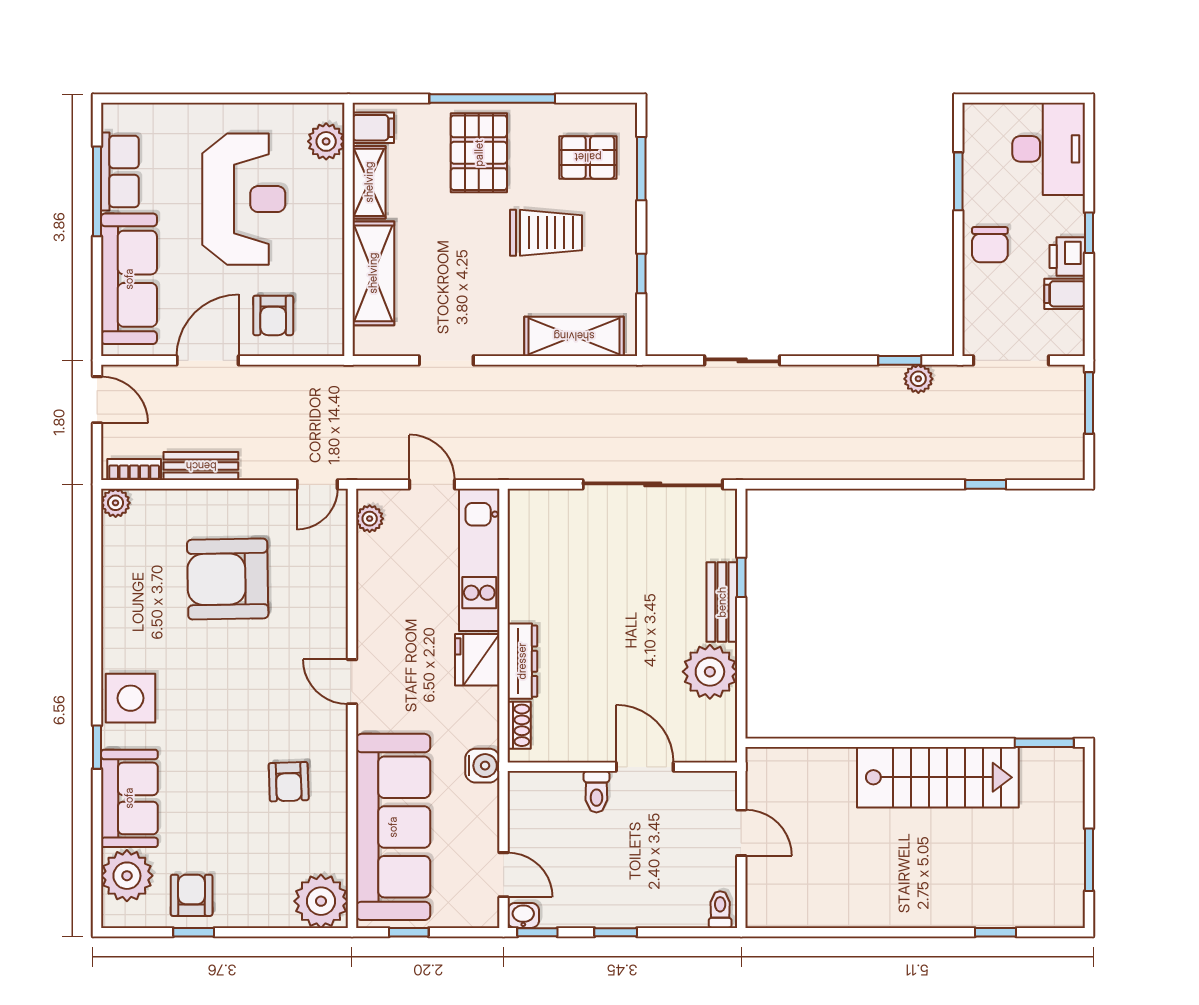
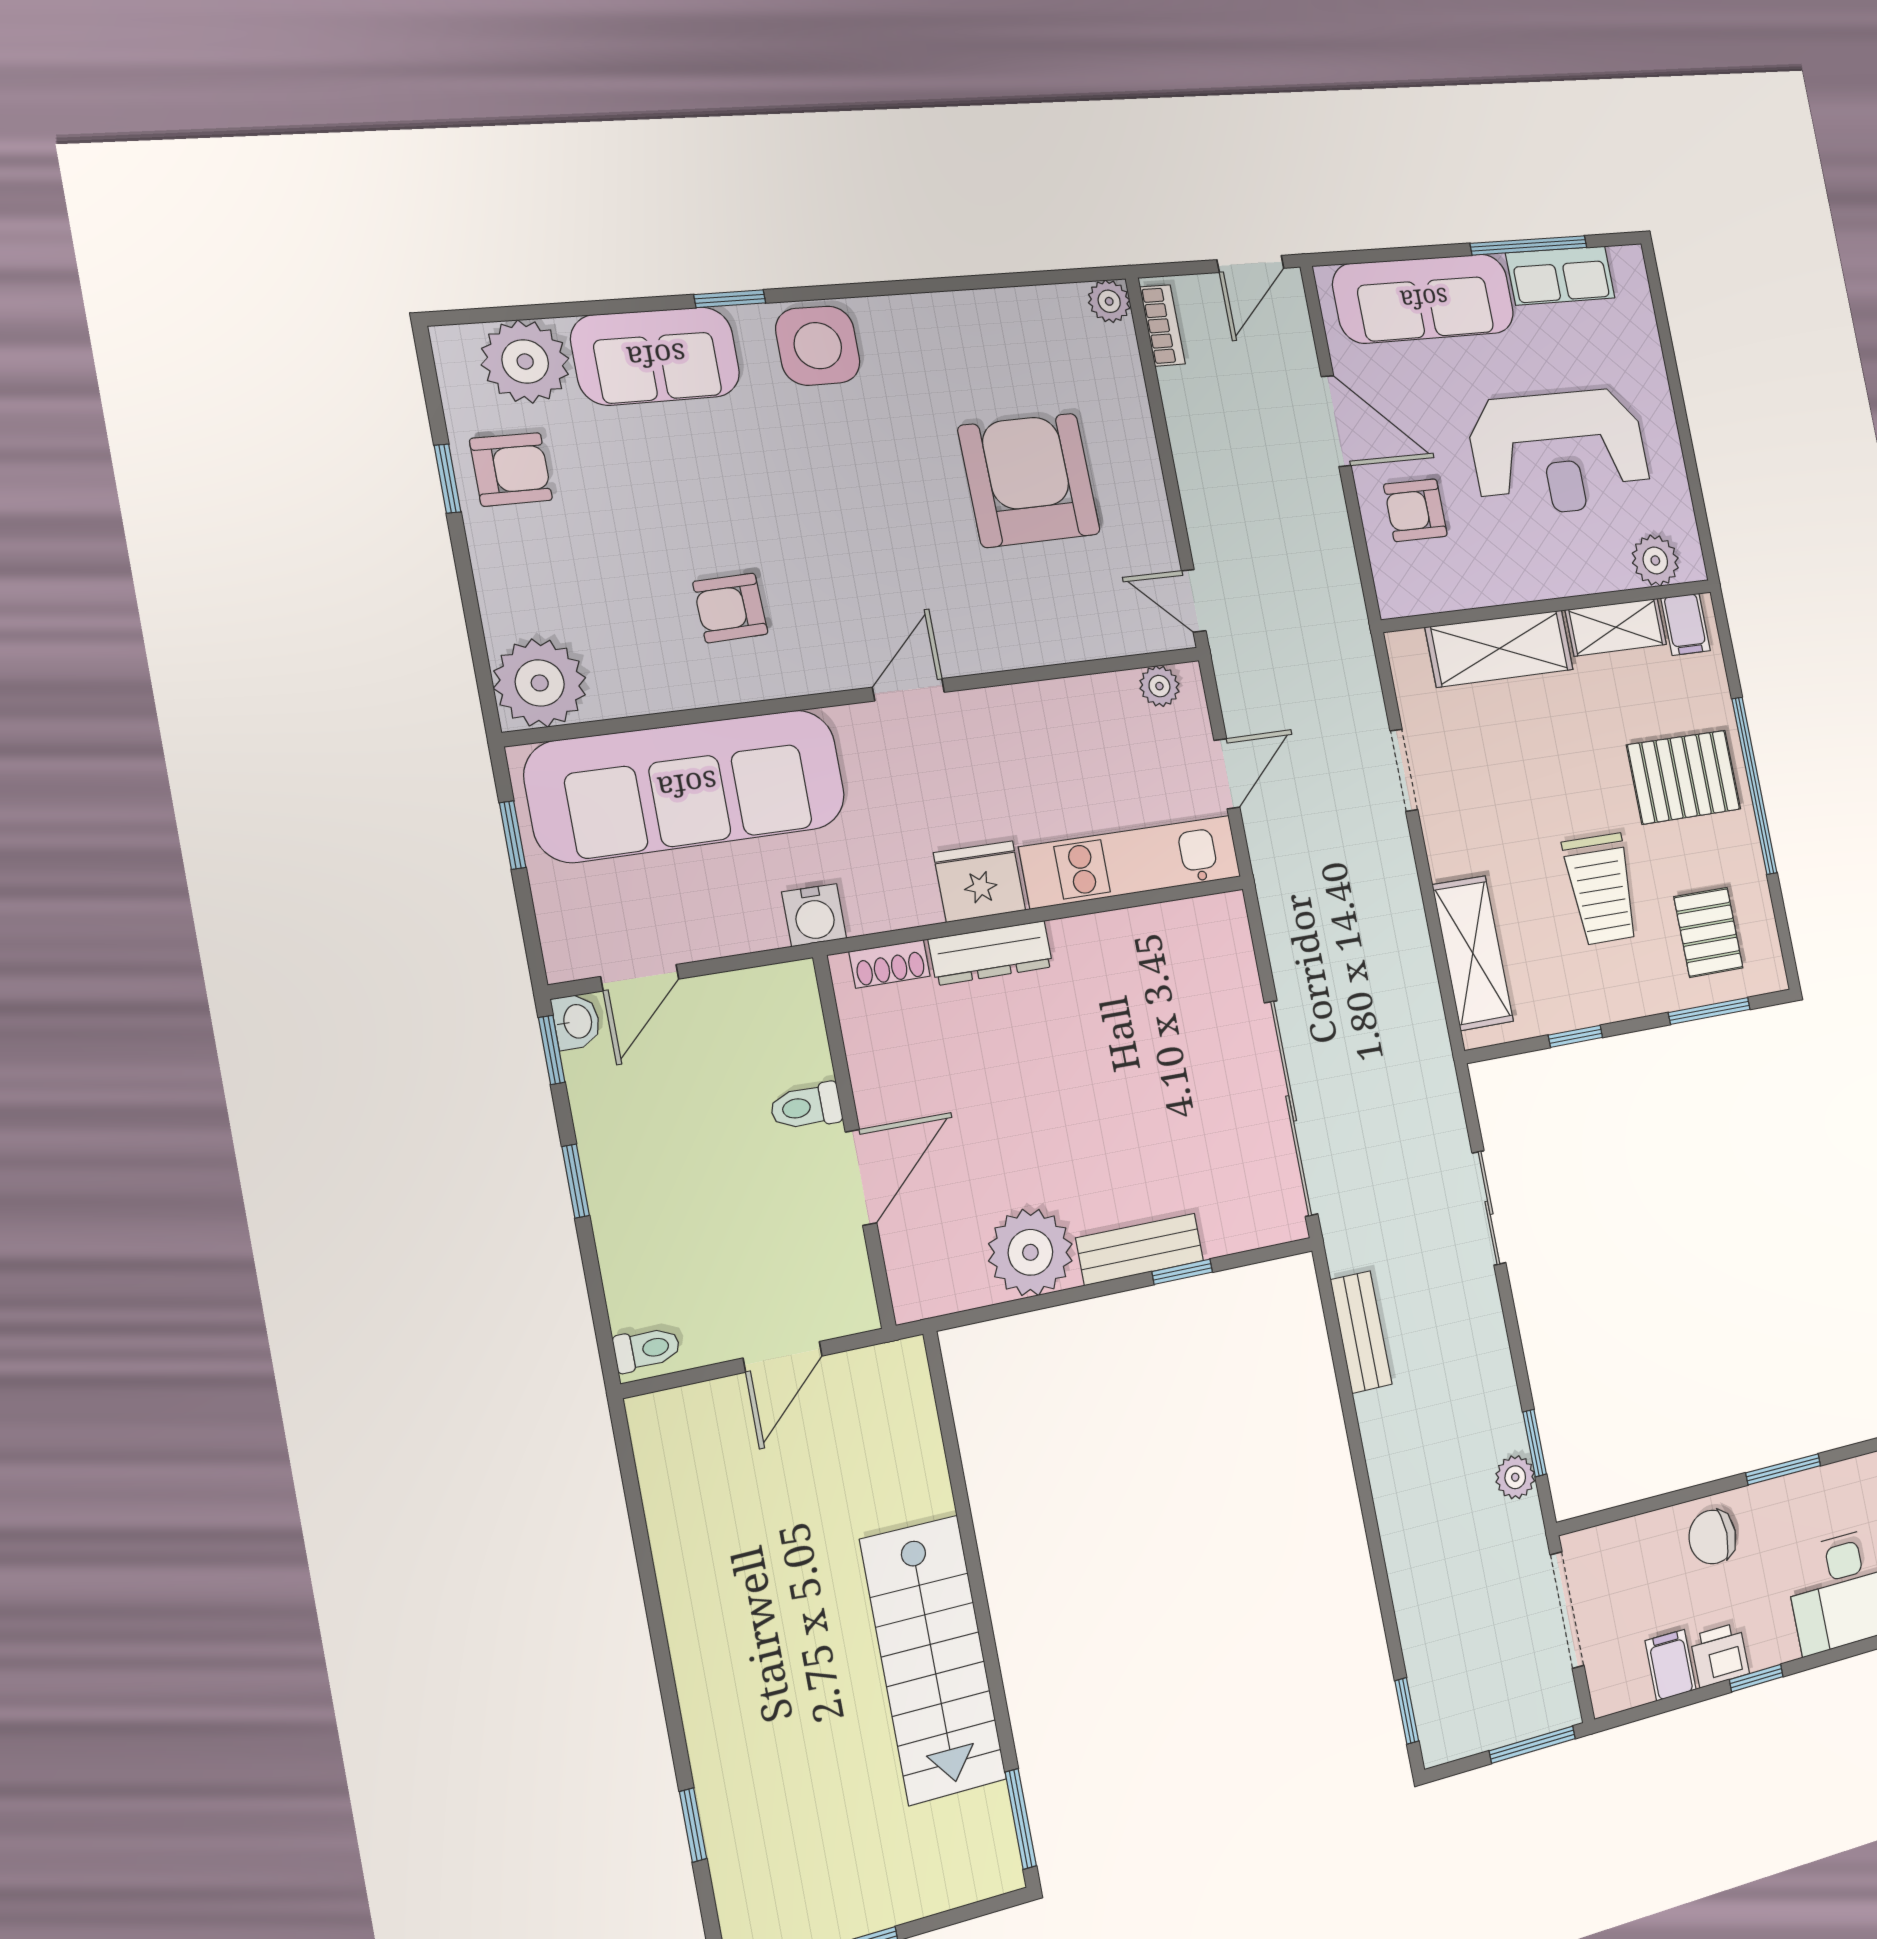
bench: (201, 466) -> (1361, 1332), moved
window: (986, 484) -> (1407, 1711), moved

